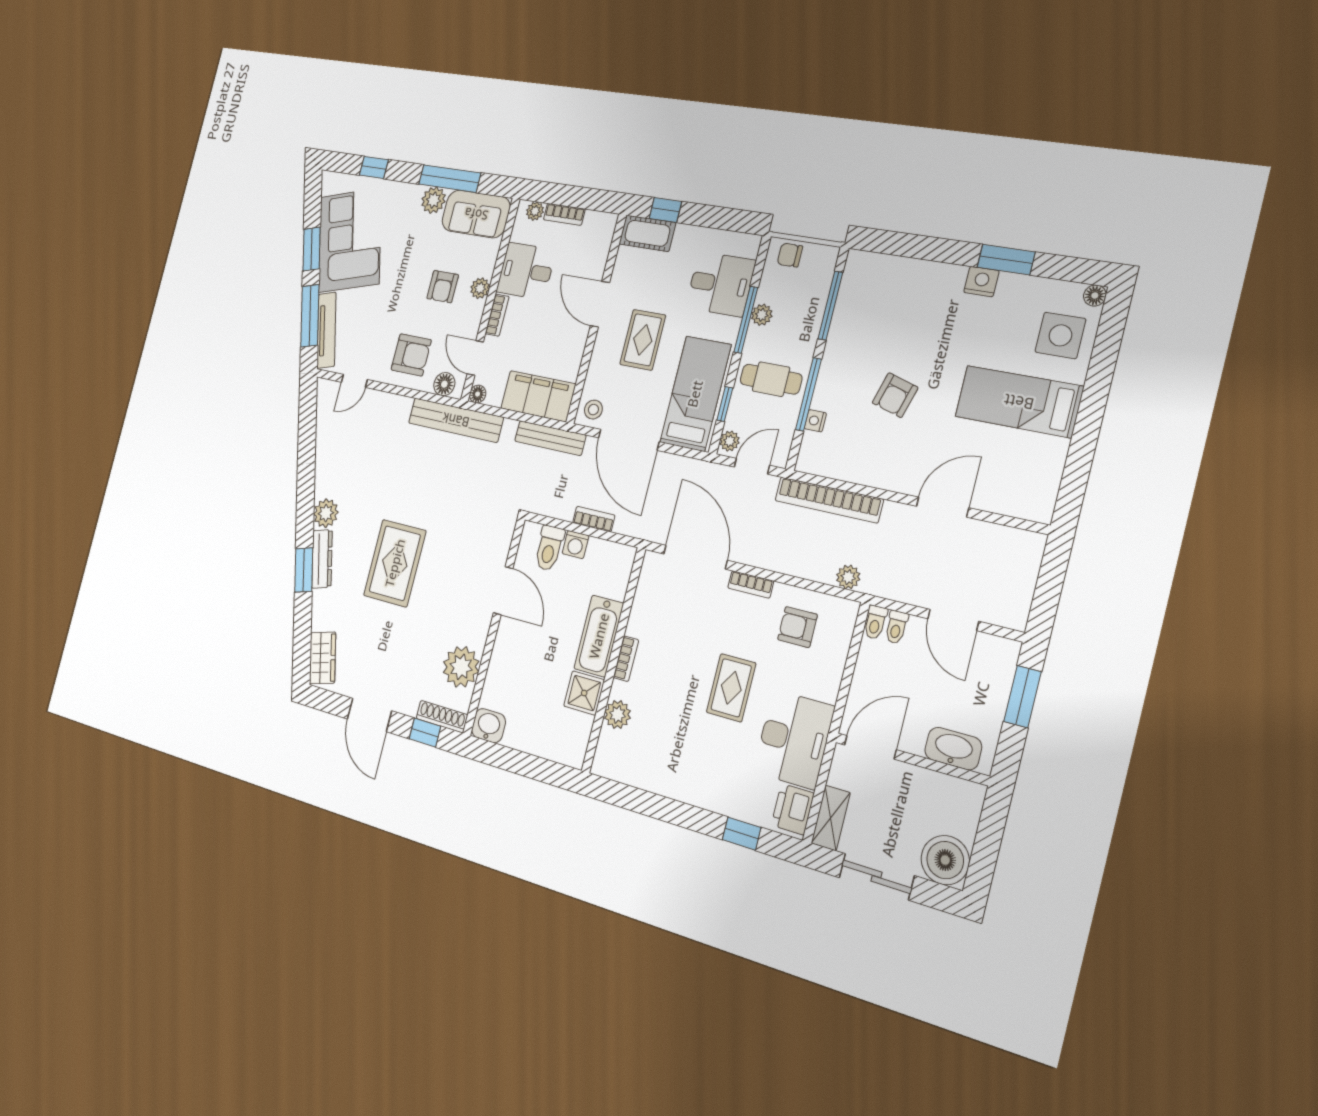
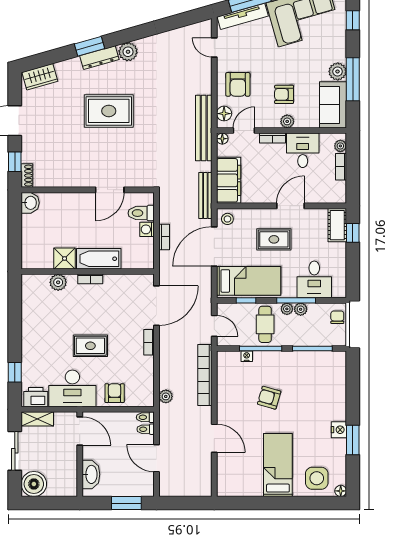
plant: (730, 441) -> (287, 309), moved
door: (953, 620) -> (157, 458), hinge flipped
armchair: (797, 627) -> (115, 393), moved
plant: (461, 667) -> (59, 175), removed
shoe rack: (442, 717) -> (27, 176), width x0.70

